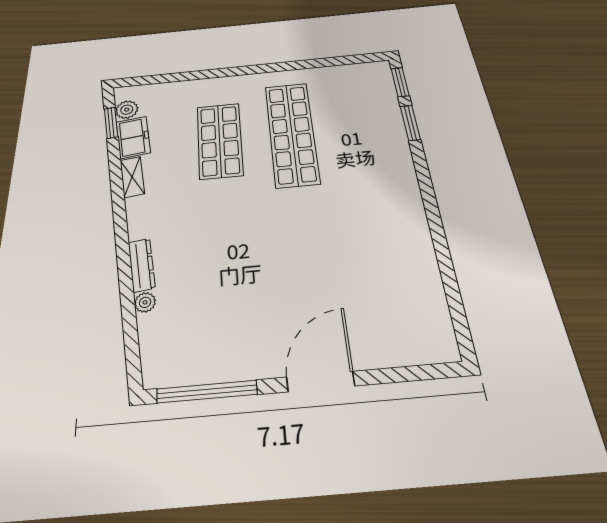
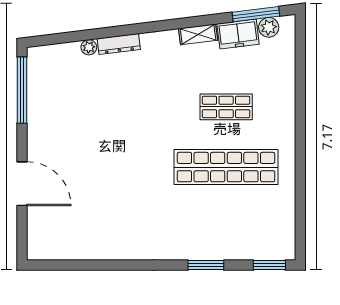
window: (111, 123) -> (256, 14), width x1.44
window: (410, 123) -> (206, 265), moved
shop shelf: (220, 140) -> (226, 107), width x0.70, depth x0.74
door: (321, 382) -> (22, 184), moved

